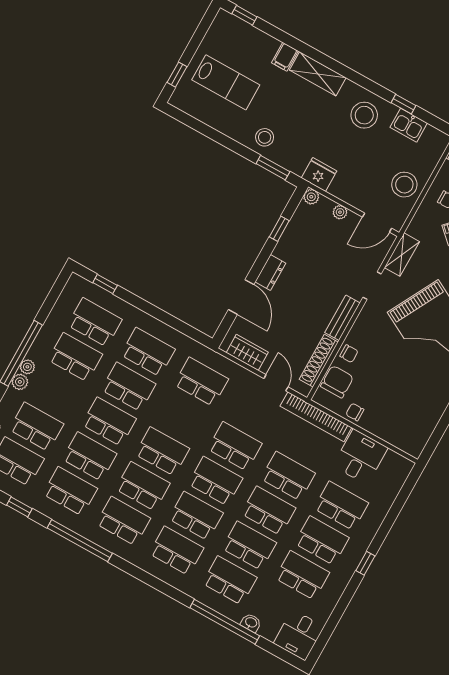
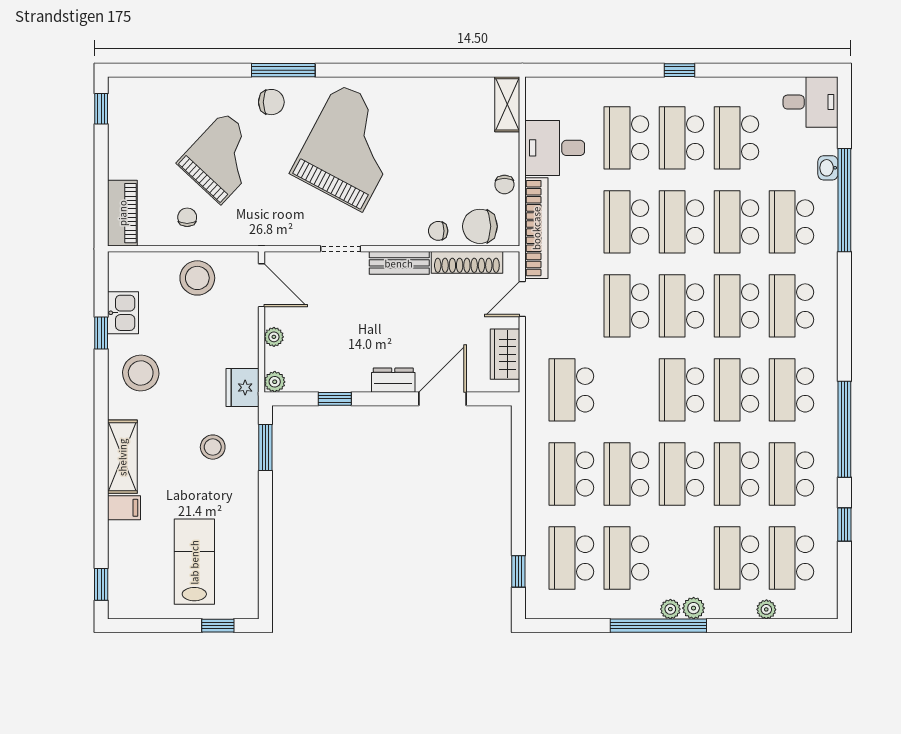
stool: (265, 137) -> (213, 447), moved
shelving: (402, 255) -> (507, 104), moved, turned 90
chair: (349, 354) -> (438, 231), turned -90

